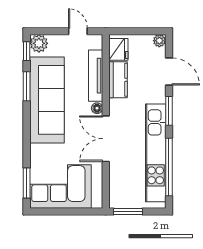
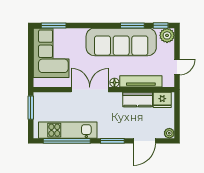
kitchen unit: (156, 153) -> (68, 130), width x0.73

